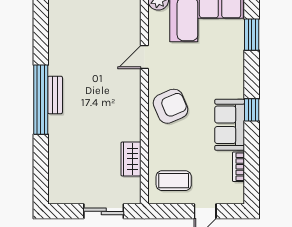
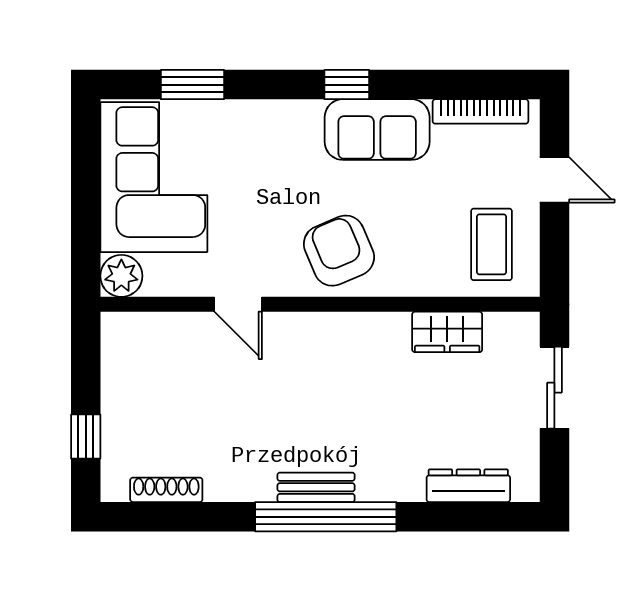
shoe rack: (54, 22) -> (166, 490), added
bookcase: (238, 167) -> (480, 111), width x1.56
dresser: (56, 169) -> (468, 486), added

